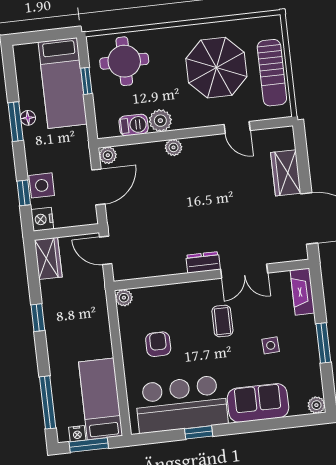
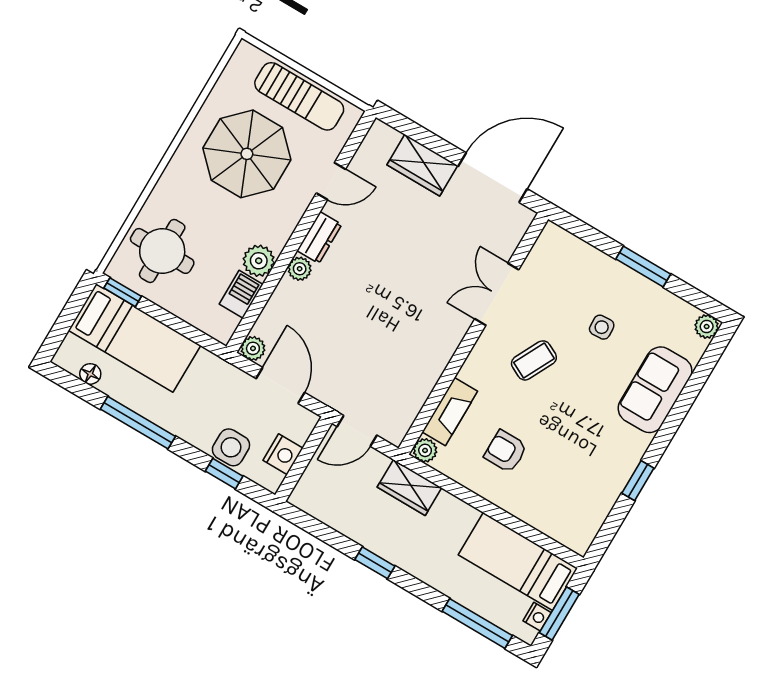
window: (86, 81) -> (123, 292), moved
floor lamp: (28, 118) -> (90, 374), moved
window: (16, 122) -> (138, 423), width x1.44
nightstand: (42, 219) -> (283, 454), moved, turned -90
wardrobe: (48, 258) -> (409, 488), moved, turned 180
dresser: (203, 262) -> (319, 238), moved, turned 180
double door: (244, 271) -> (497, 294), swing flipped
fireplace: (302, 292) -> (450, 412), moved, turned -90
coffee table: (222, 321) -> (534, 360), turned -63
bar counter: (181, 404) -> (592, 476), removed

